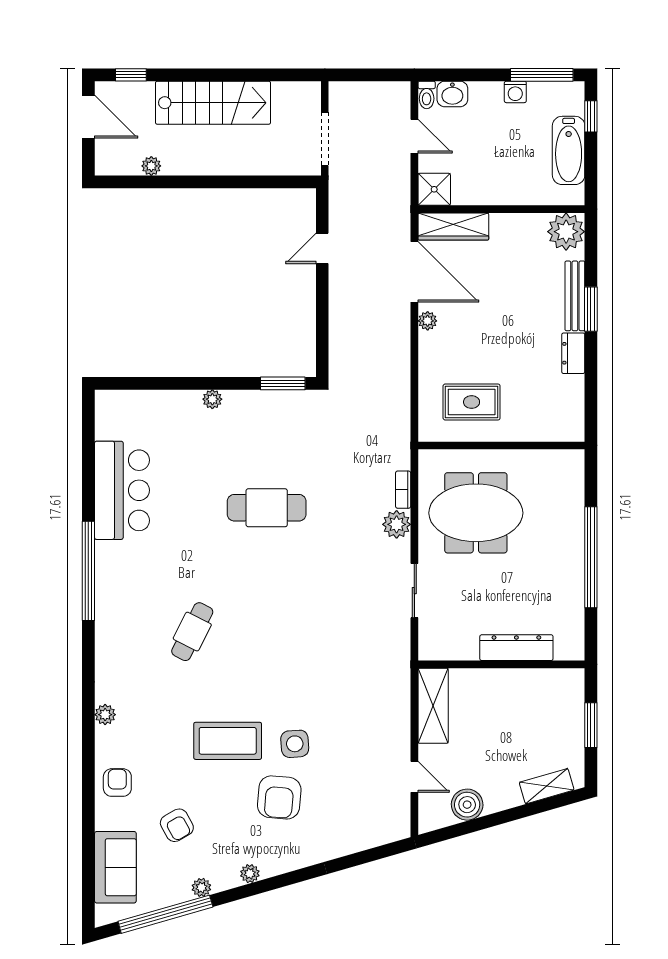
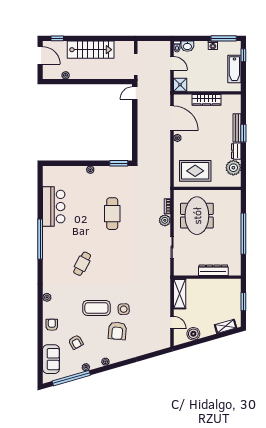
wardrobe: (453, 227) -> (206, 100), moved
plant: (566, 232) -> (233, 168), moved
door: (322, 248) -> (135, 93), moved
rug: (472, 402) -> (195, 171), width x1.36, depth x1.43
cafe table: (267, 508) -> (112, 214), turned 90
meeting table: (476, 513) -> (197, 216), turned 90

